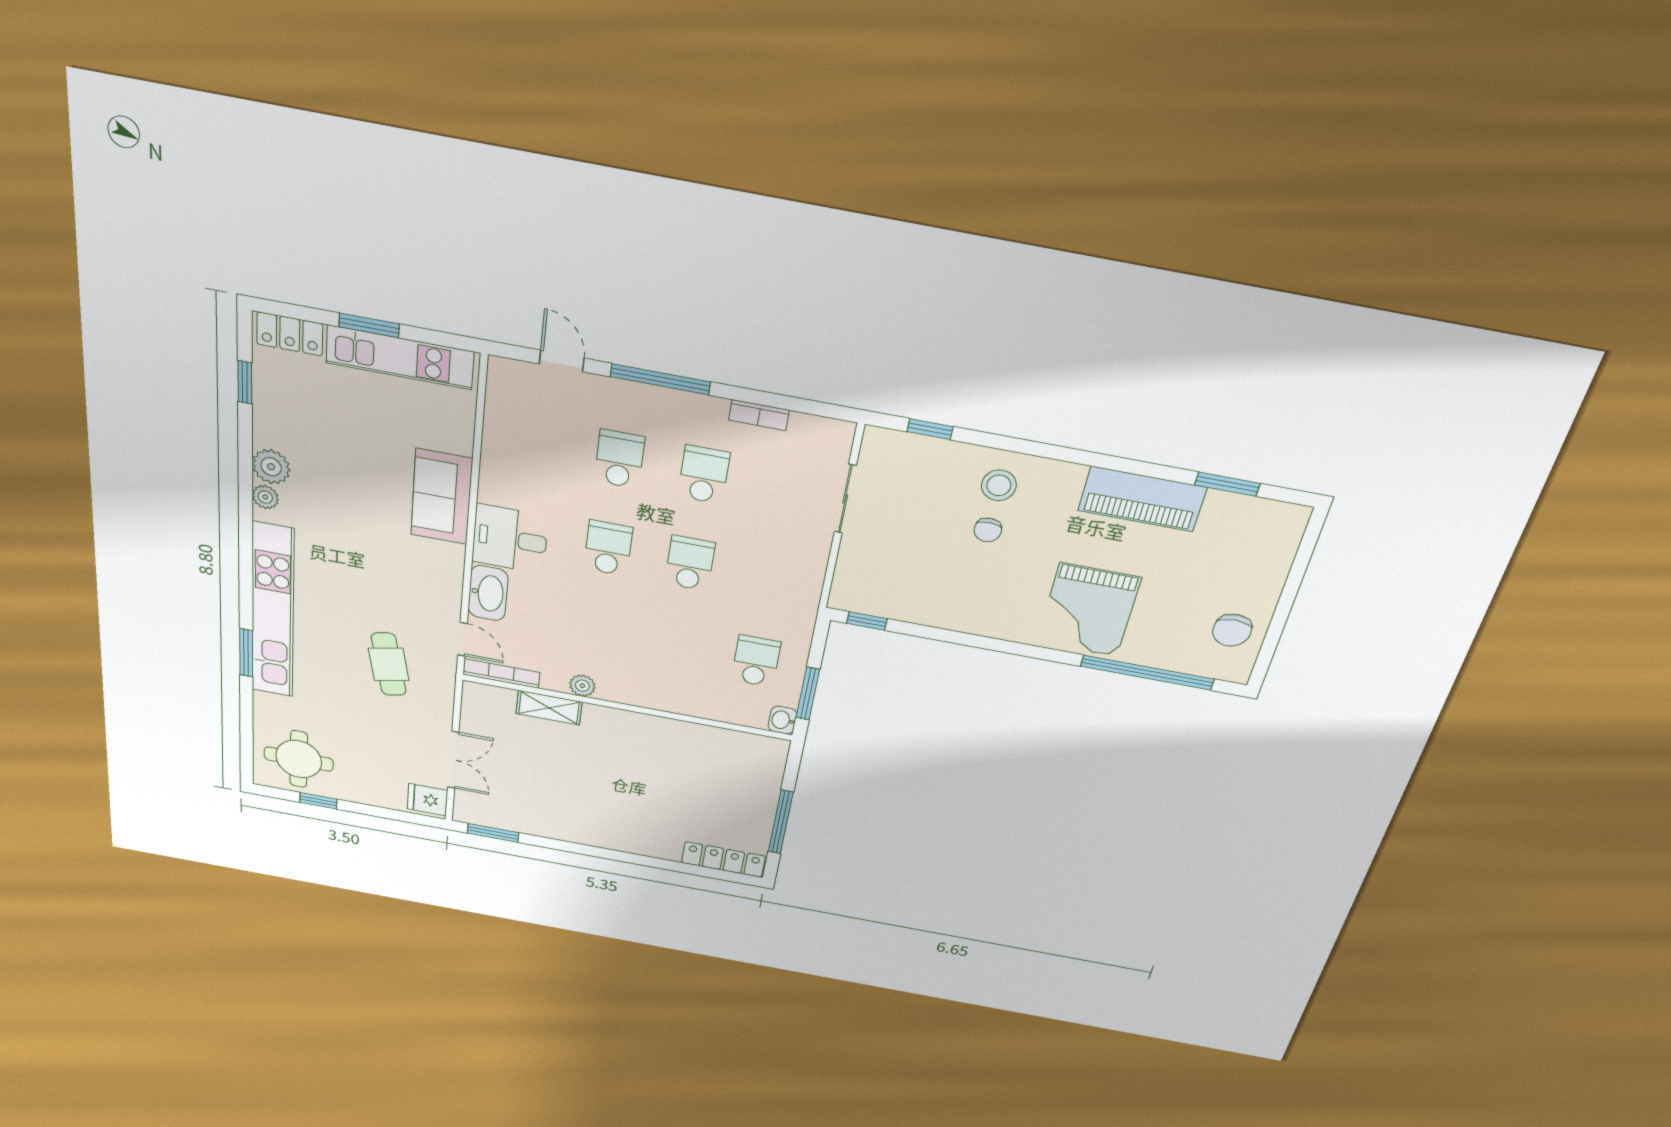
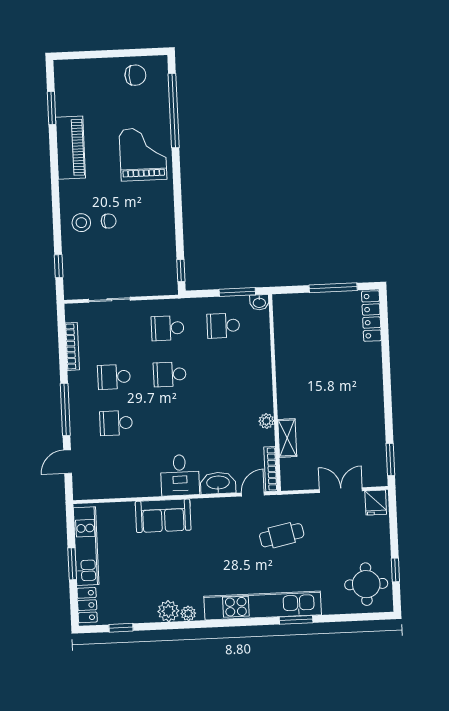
bookcase: (759, 415) -> (72, 346), width x1.56
school desk: (608, 548) -> (168, 328), moved
grand piano: (1089, 610) -> (143, 154), turned -90

